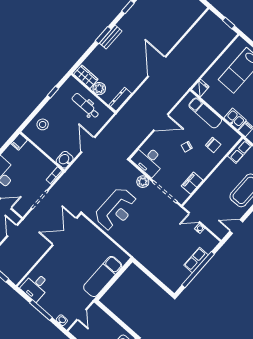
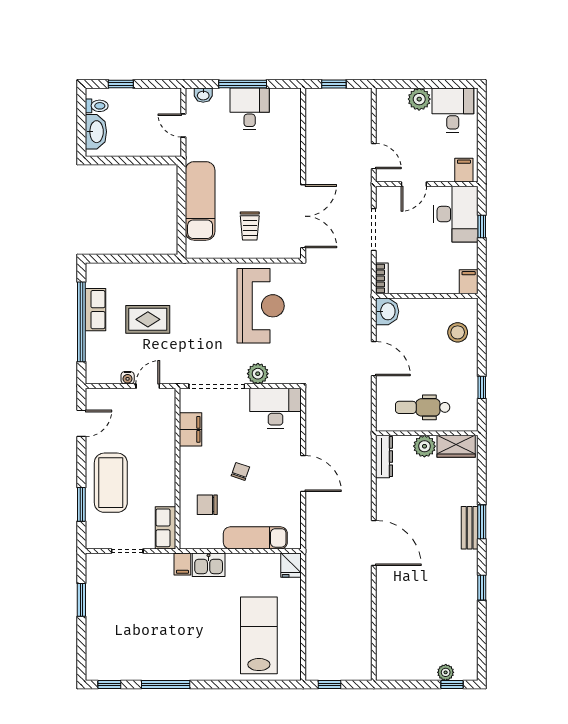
dental chair: (85, 106) -> (423, 407), turned 180
door: (161, 122) -> (303, 474), swing flipped
reception desk: (116, 209) -> (261, 306), turned 180
rug: (169, 246) -> (148, 319), added
trolley: (91, 247) -> (250, 226), added
row of seats: (196, 260) -> (96, 310), moved
desk: (36, 287) -> (250, 109), moved

